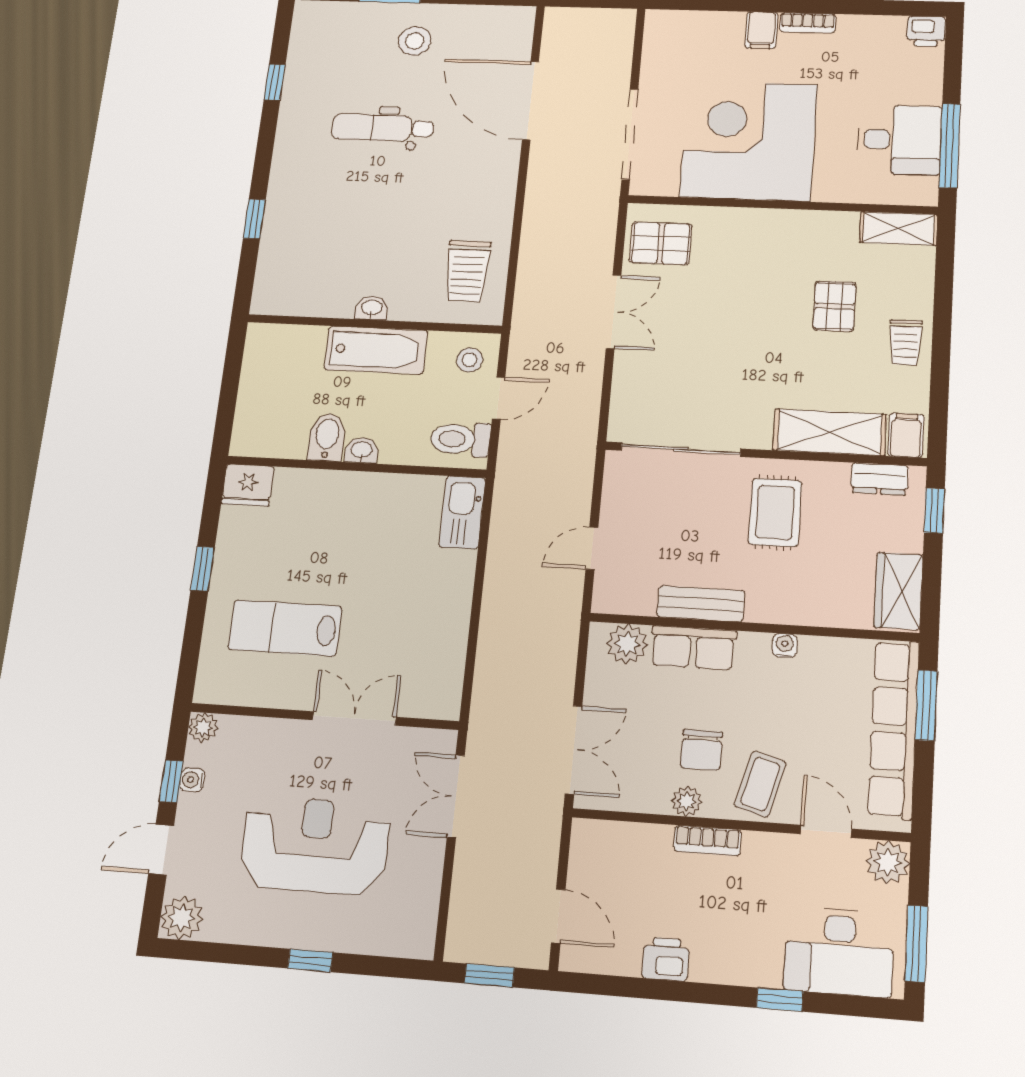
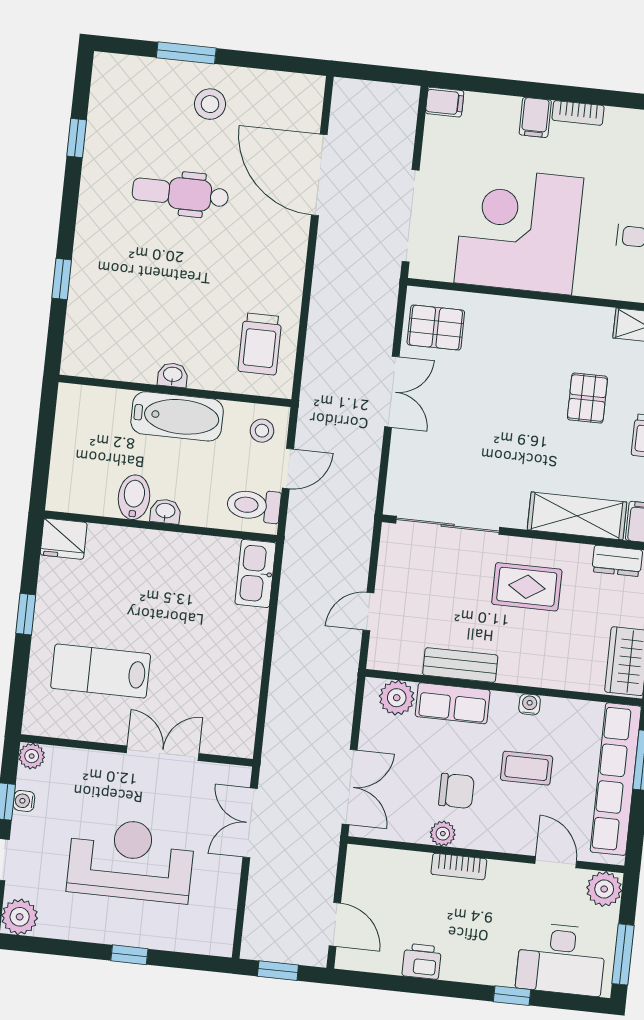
filing cabinet: (663, 22) -> (445, 102), added
rug: (775, 513) -> (527, 587), turned 90
chair: (701, 750) -> (456, 791), turned -90
coffee table: (760, 784) -> (527, 768), moved, turned 75

